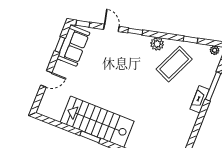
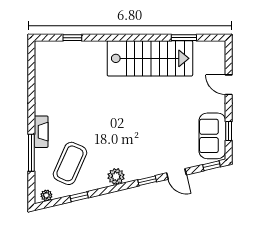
coffee table: (174, 64) -> (70, 163), moved
door: (46, 79) -> (229, 85), hinge flipped
window: (90, 137) -> (184, 38), moved

